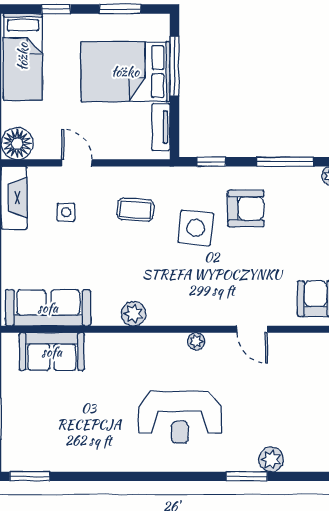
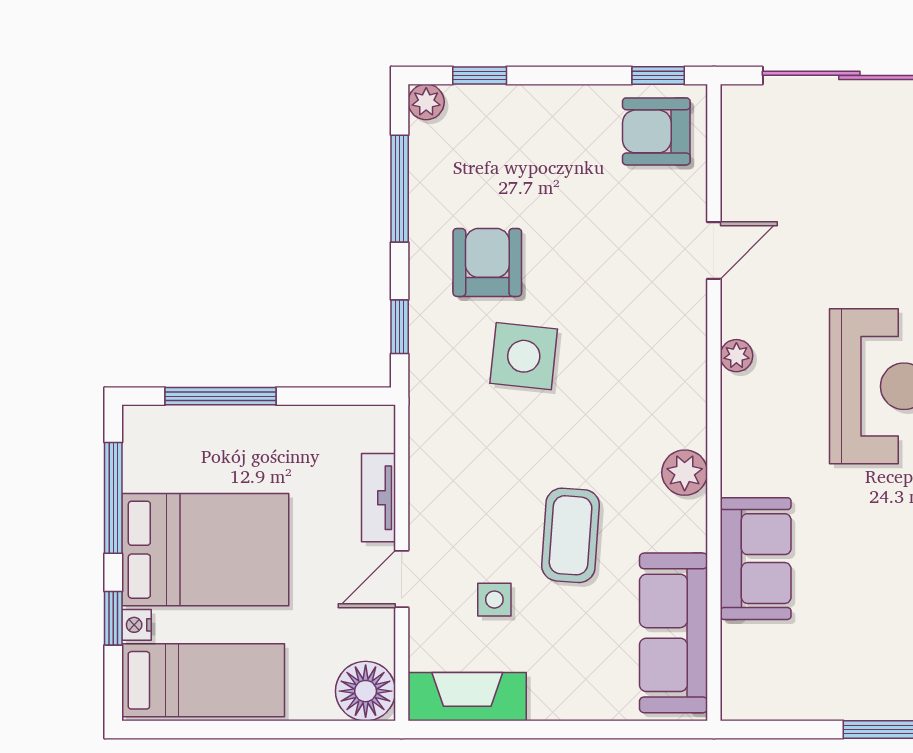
window: (120, 9) -> (113, 498), width x1.44
nightstand: (52, 21) -> (136, 625), added
bed: (125, 72) -> (205, 550), moved, turned -90
tv unit: (161, 127) -> (379, 498), moved, turned 90
coffee table: (135, 210) -> (571, 535), moved, width x1.36, depth x1.30
sofa: (52, 352) -> (756, 559), moved

